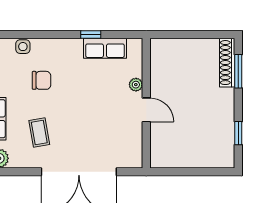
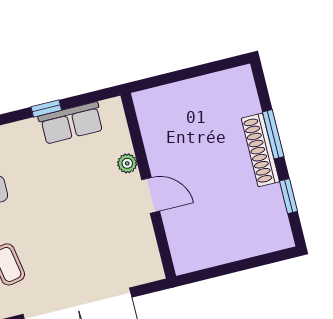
shoe rack: (227, 63) -> (260, 150), moved
window: (238, 71) -> (273, 134), moved

